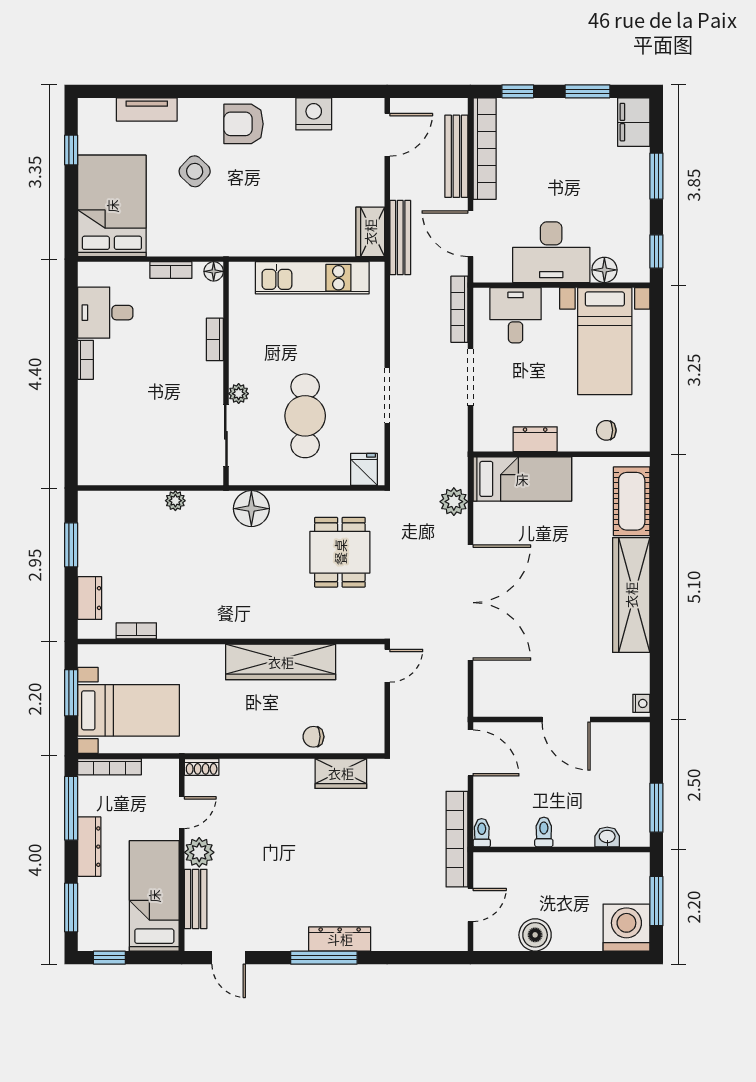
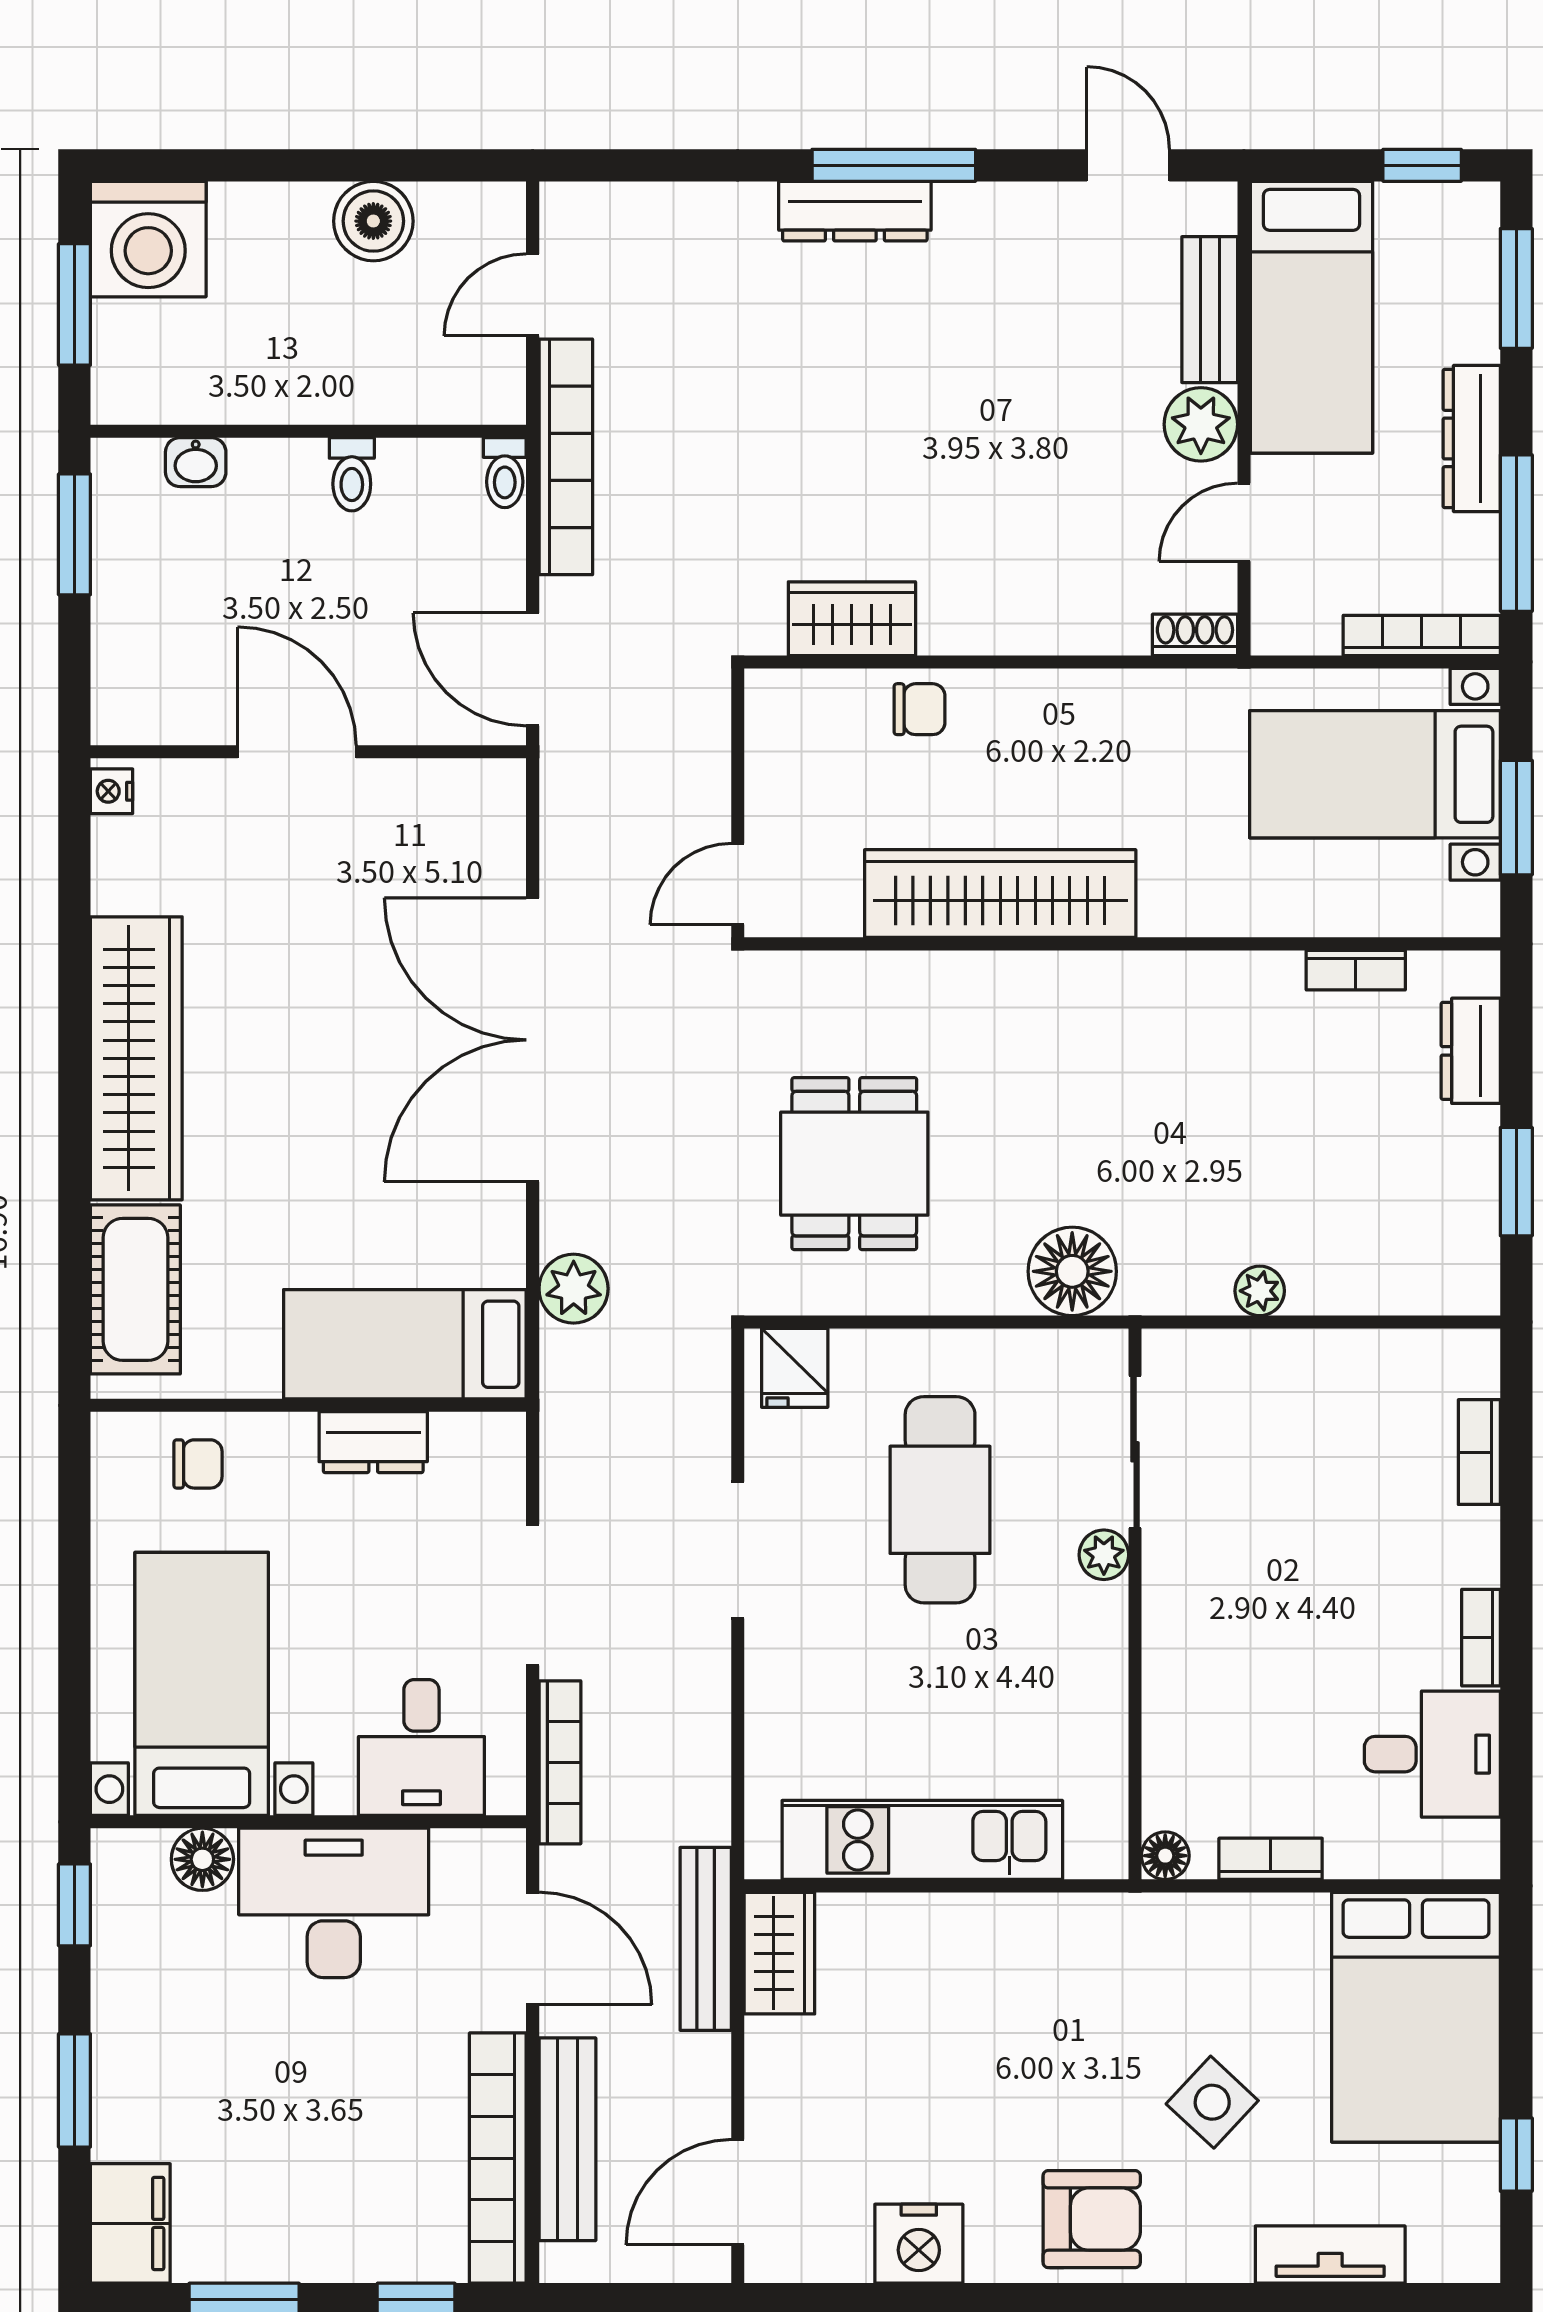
bookcase: (215, 339) -> (1479, 1452), moved, turned 180

